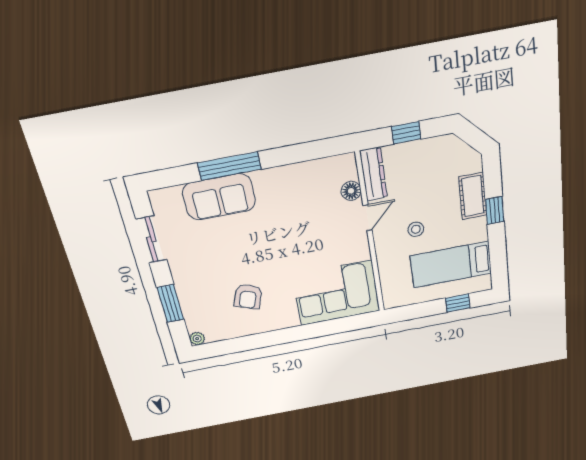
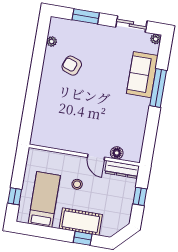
cot: (473, 196) -> (81, 222), width x1.37, depth x1.34
plant: (157, 197) -> (156, 39), added
window: (495, 210) -> (83, 238), moved
corner sofa: (336, 293) -> (53, 121), removed
plant: (197, 339) -> (52, 41), moved

